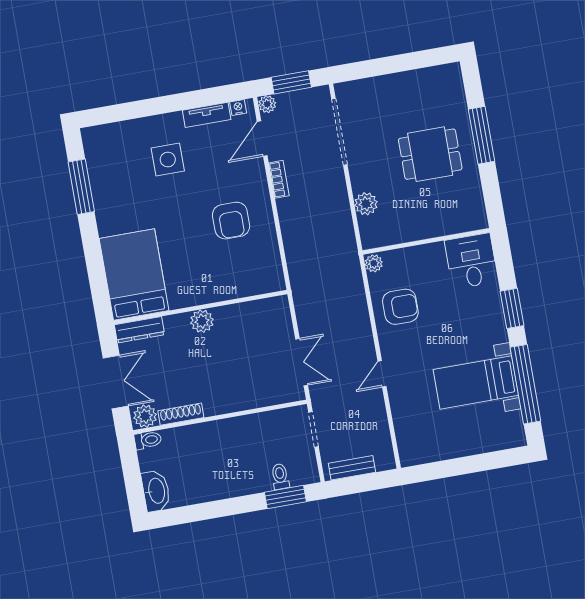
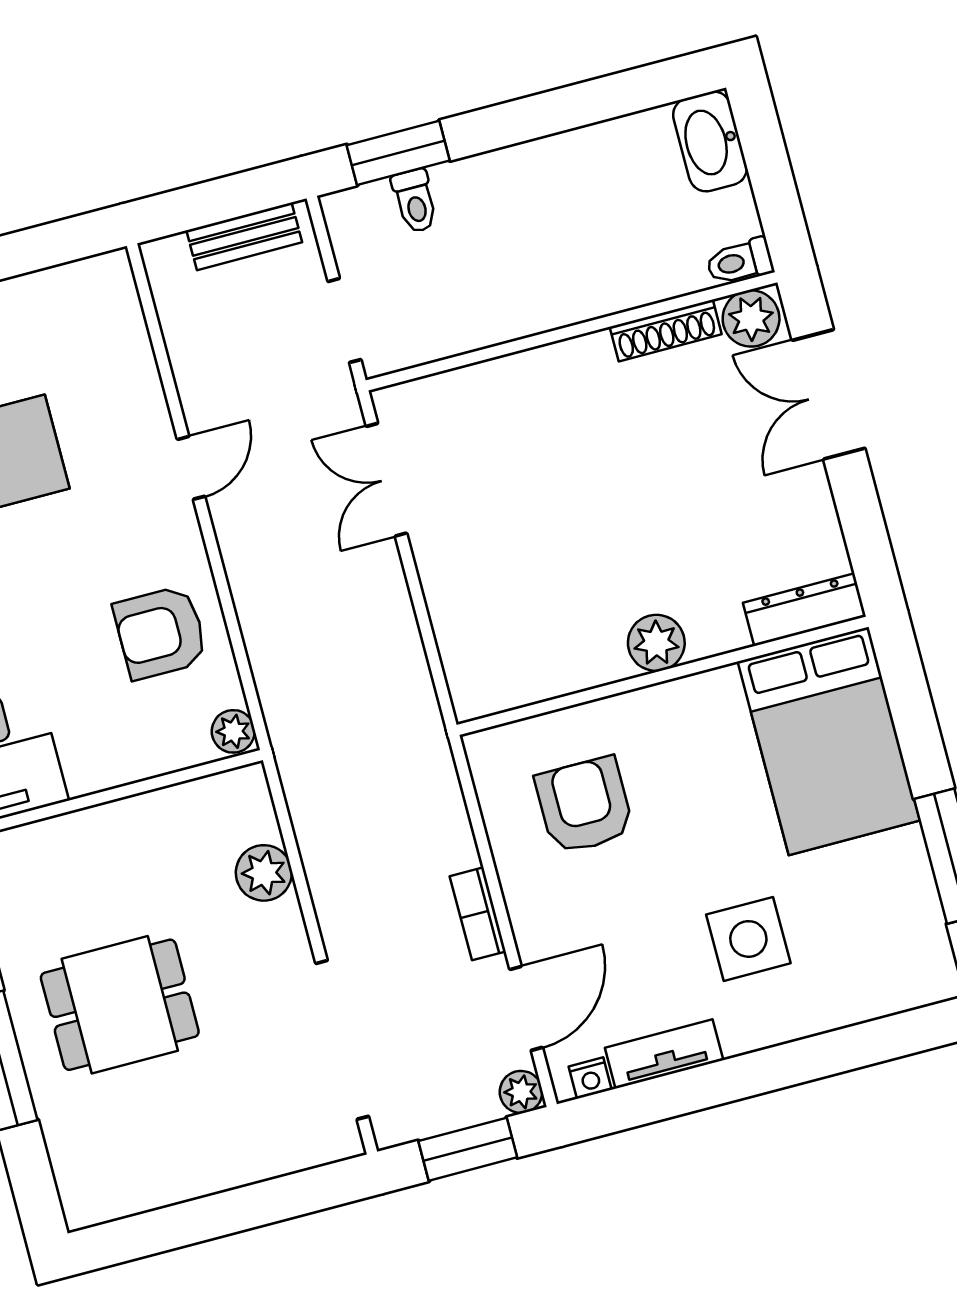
bed: (134, 275) -> (829, 741), moved
wall: (200, 307) -> (663, 676), moved
plant: (202, 321) -> (656, 643), moved
dresser: (139, 330) -> (804, 610), moved

